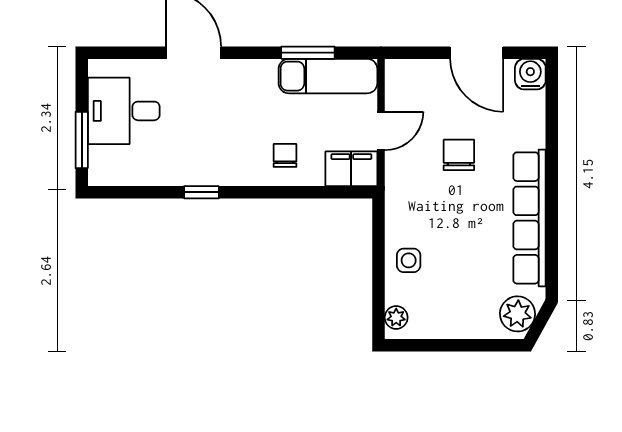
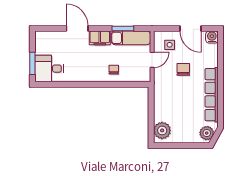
desk: (124, 111) -> (49, 69), moved
filing cabinet: (351, 169) -> (100, 38), moved, turned 180
window: (201, 192) -> (80, 84), removed
side table: (409, 260) -> (170, 45), moved
plant: (396, 317) -> (162, 130), width x1.88, depth x1.88

